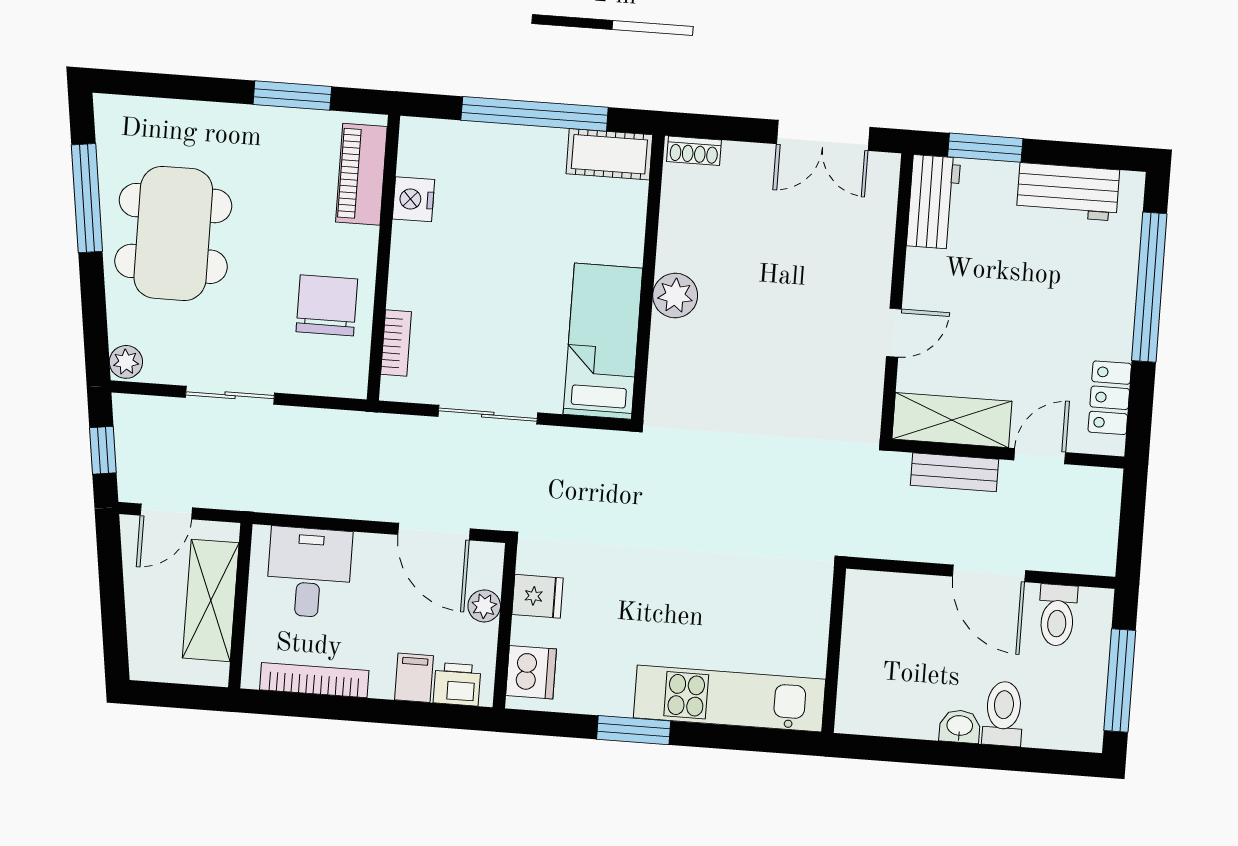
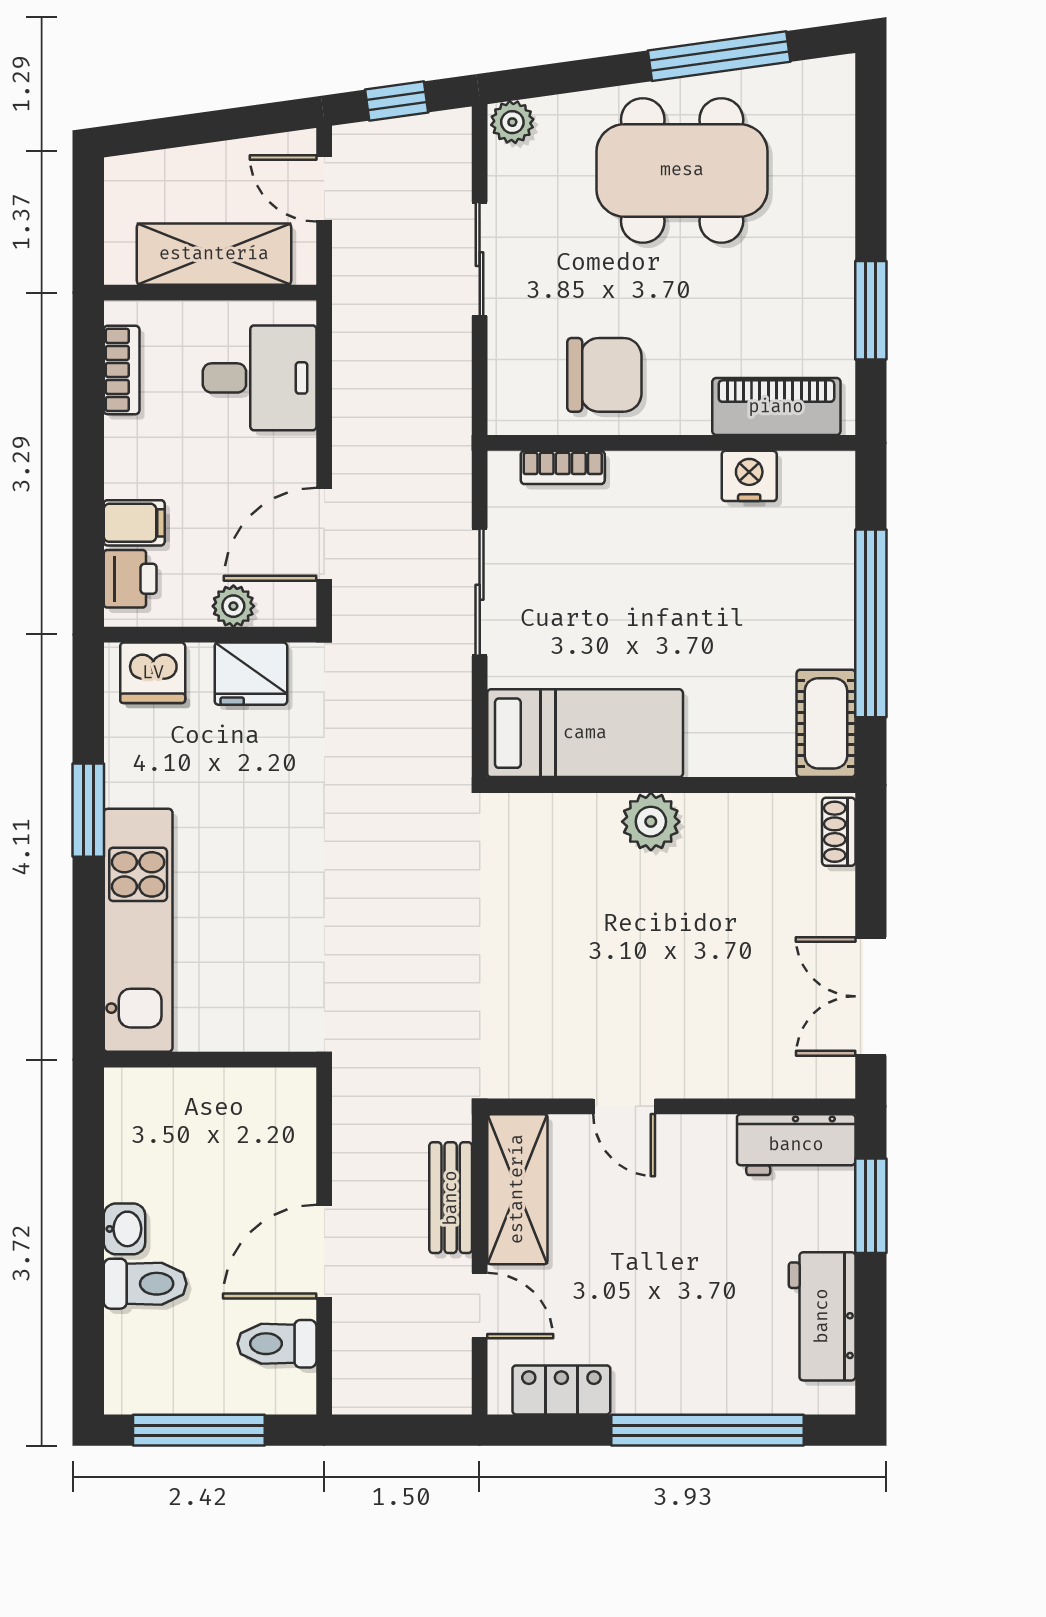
fridge: (537, 596) -> (251, 674), width x1.38
bookcase: (314, 680) -> (122, 370), width x0.64

